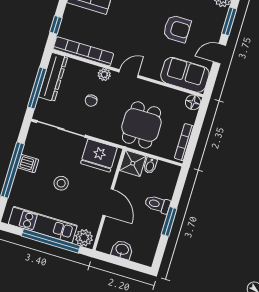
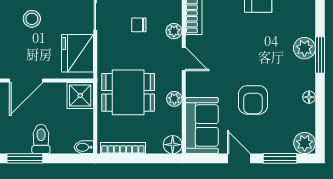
plant: (158, 90) -> (174, 99), added
bidet: (150, 165) -> (84, 147), moved

